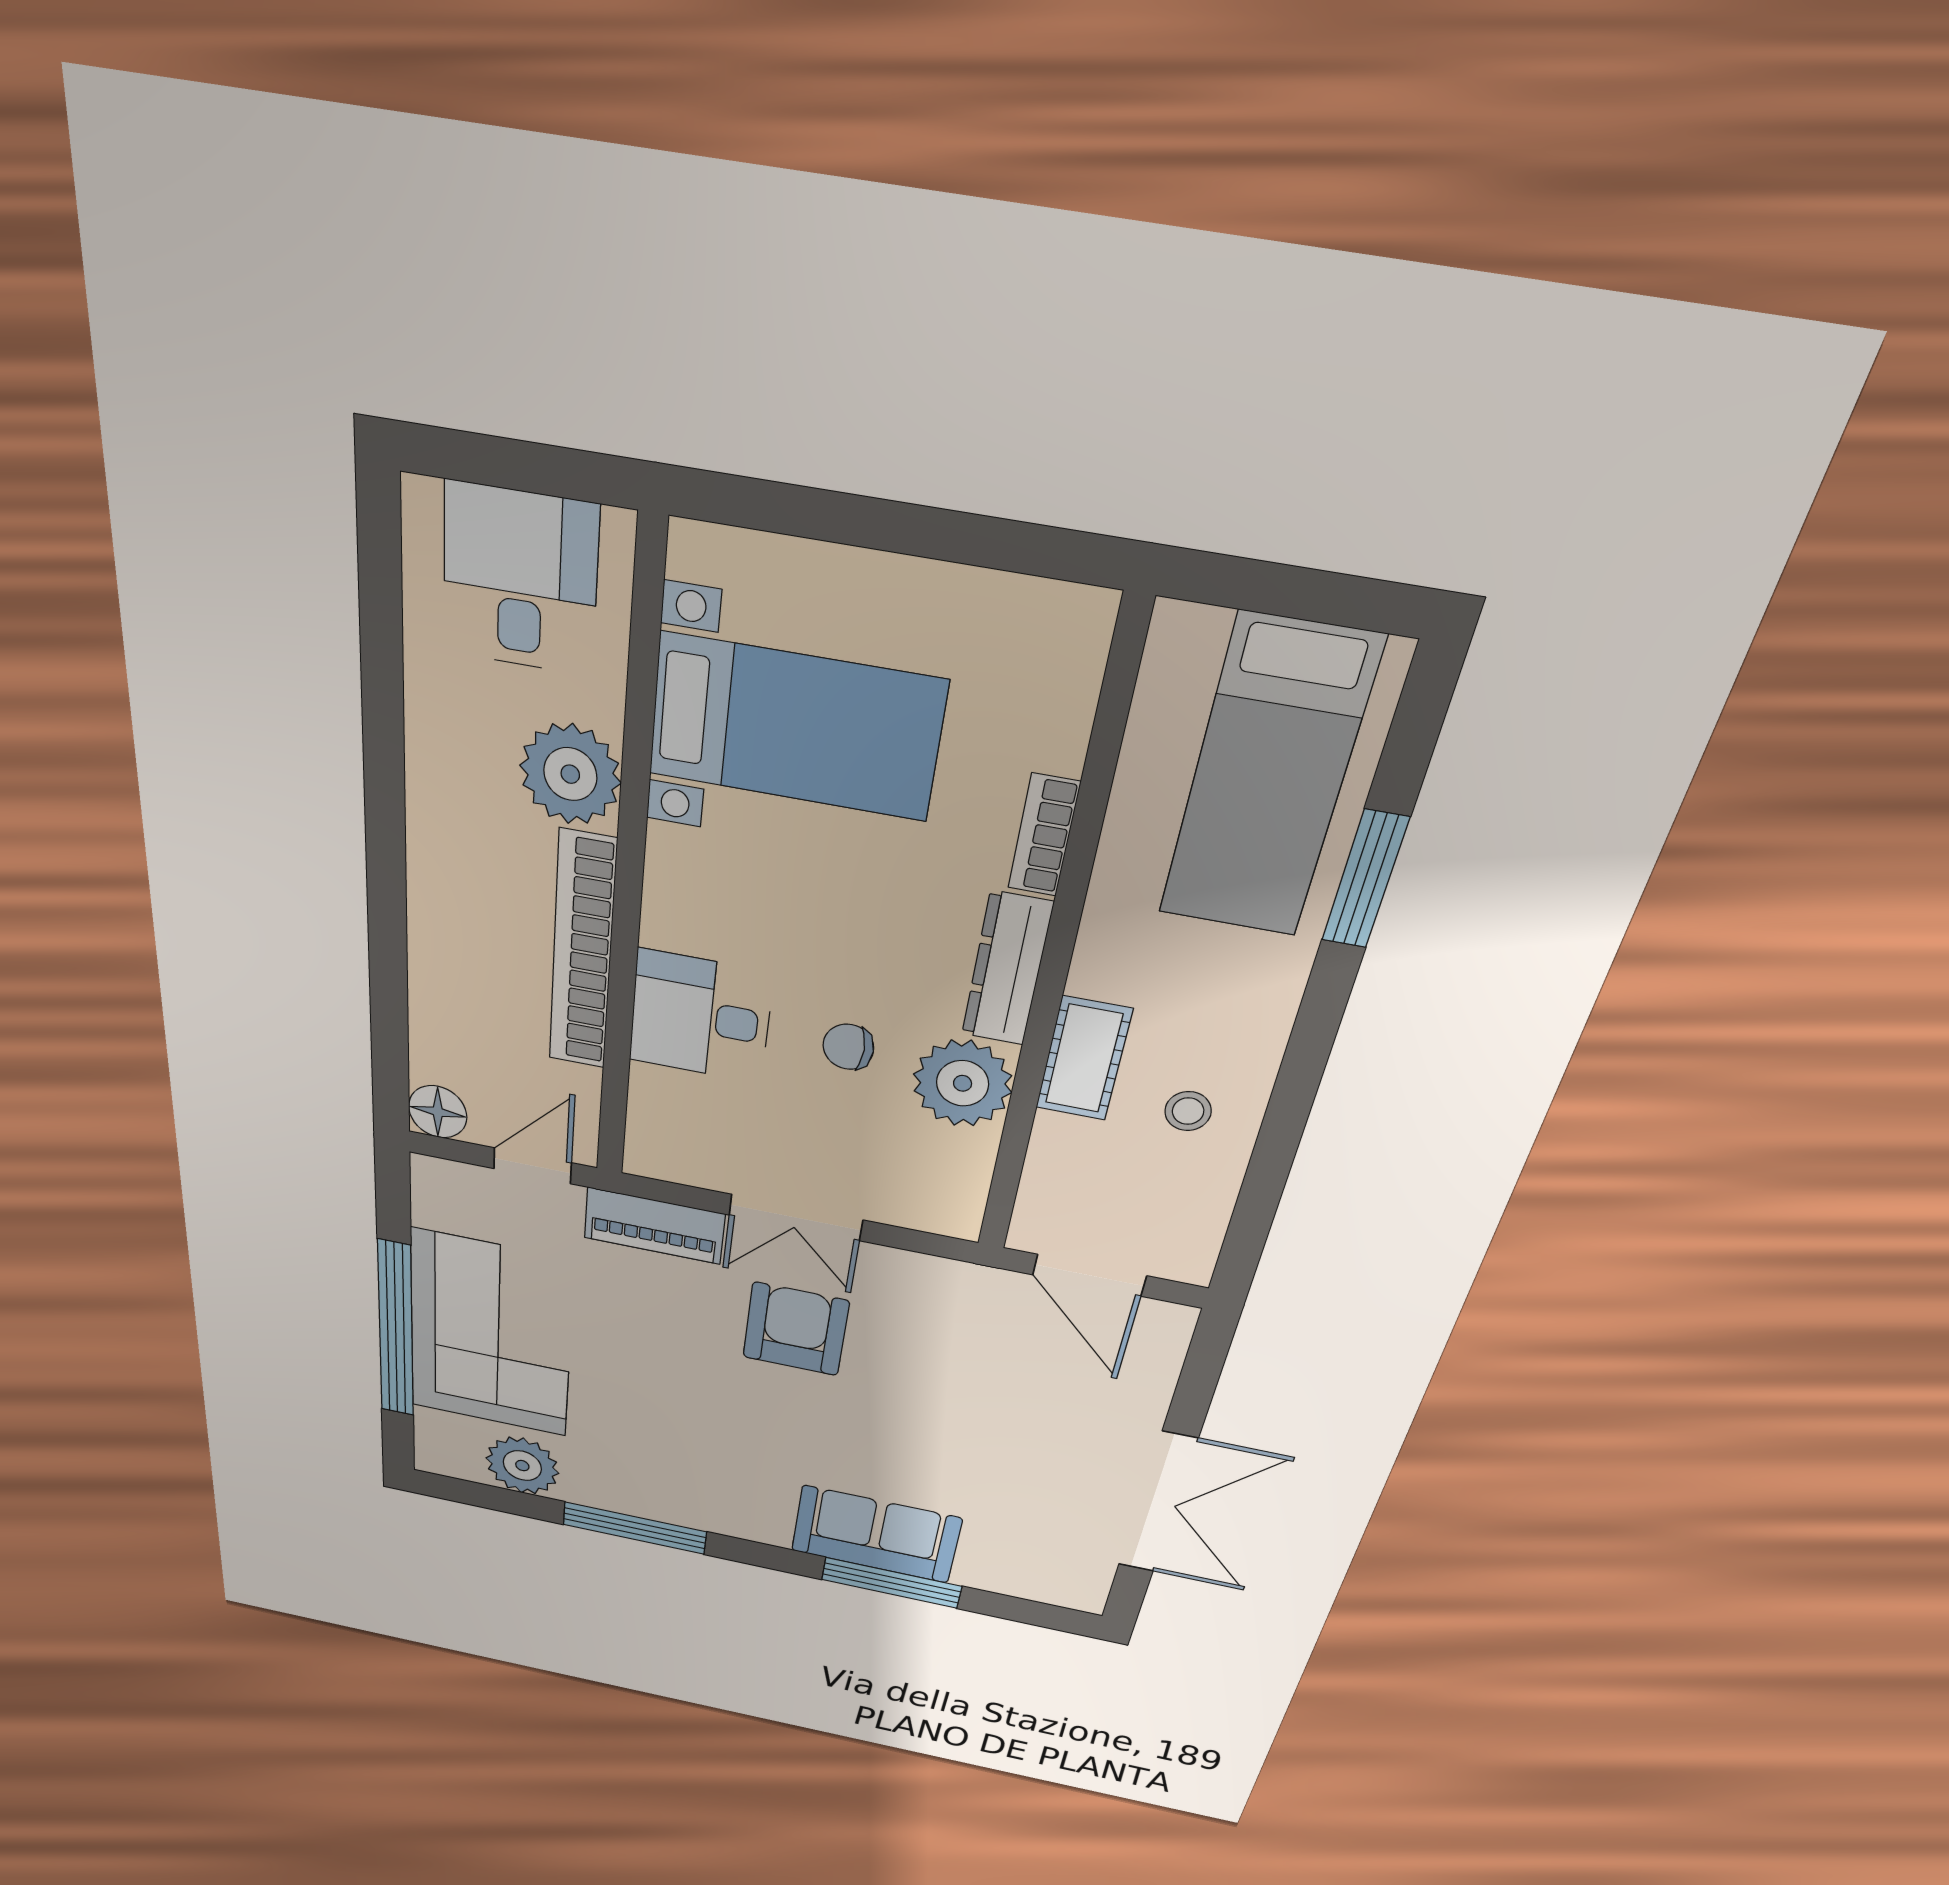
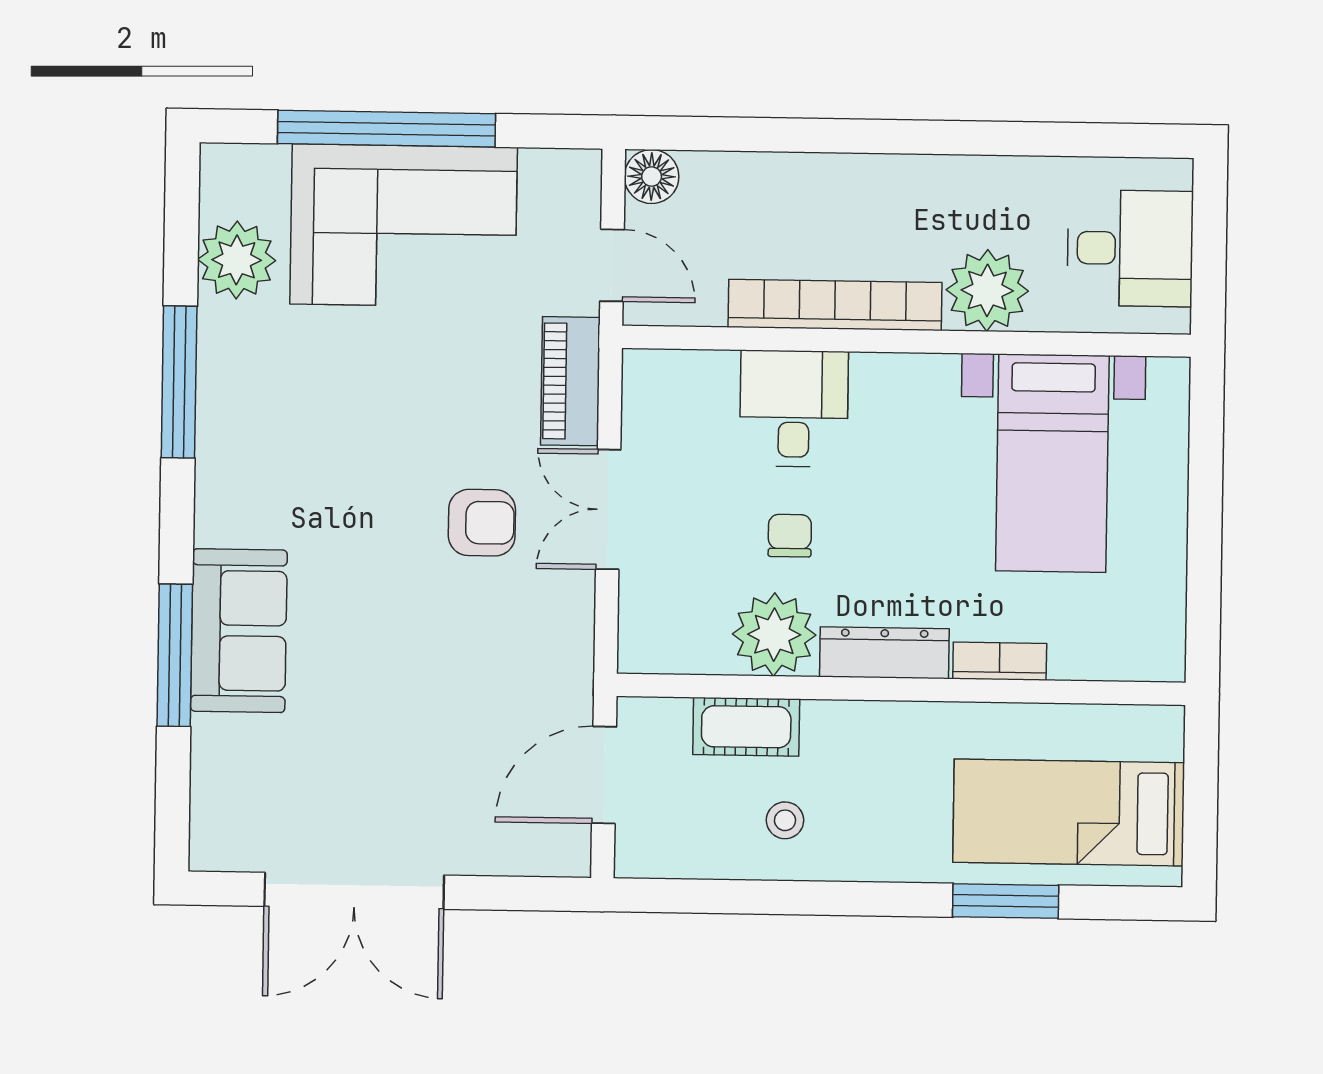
cot: (1084, 1059) -> (746, 727), moved
armchair: (796, 1329) -> (482, 523), width x0.72, depth x0.72

